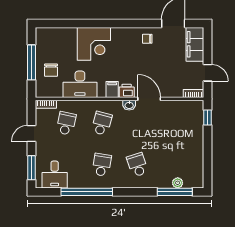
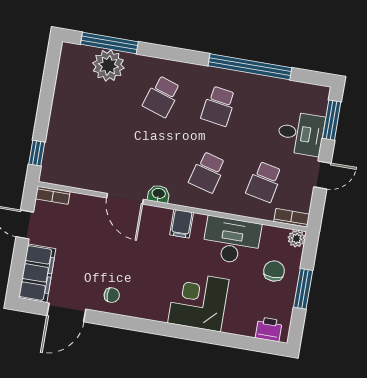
window: (31, 62) -> (303, 289), width x0.69
printer: (127, 91) -> (269, 329), moved, turned 180
plant: (41, 92) -> (296, 239), added
school desk: (137, 165) -> (162, 96), turned 36
desk: (55, 175) -> (301, 134), moved, turned 90
plant: (178, 183) -> (108, 65), width x1.88, depth x1.88

